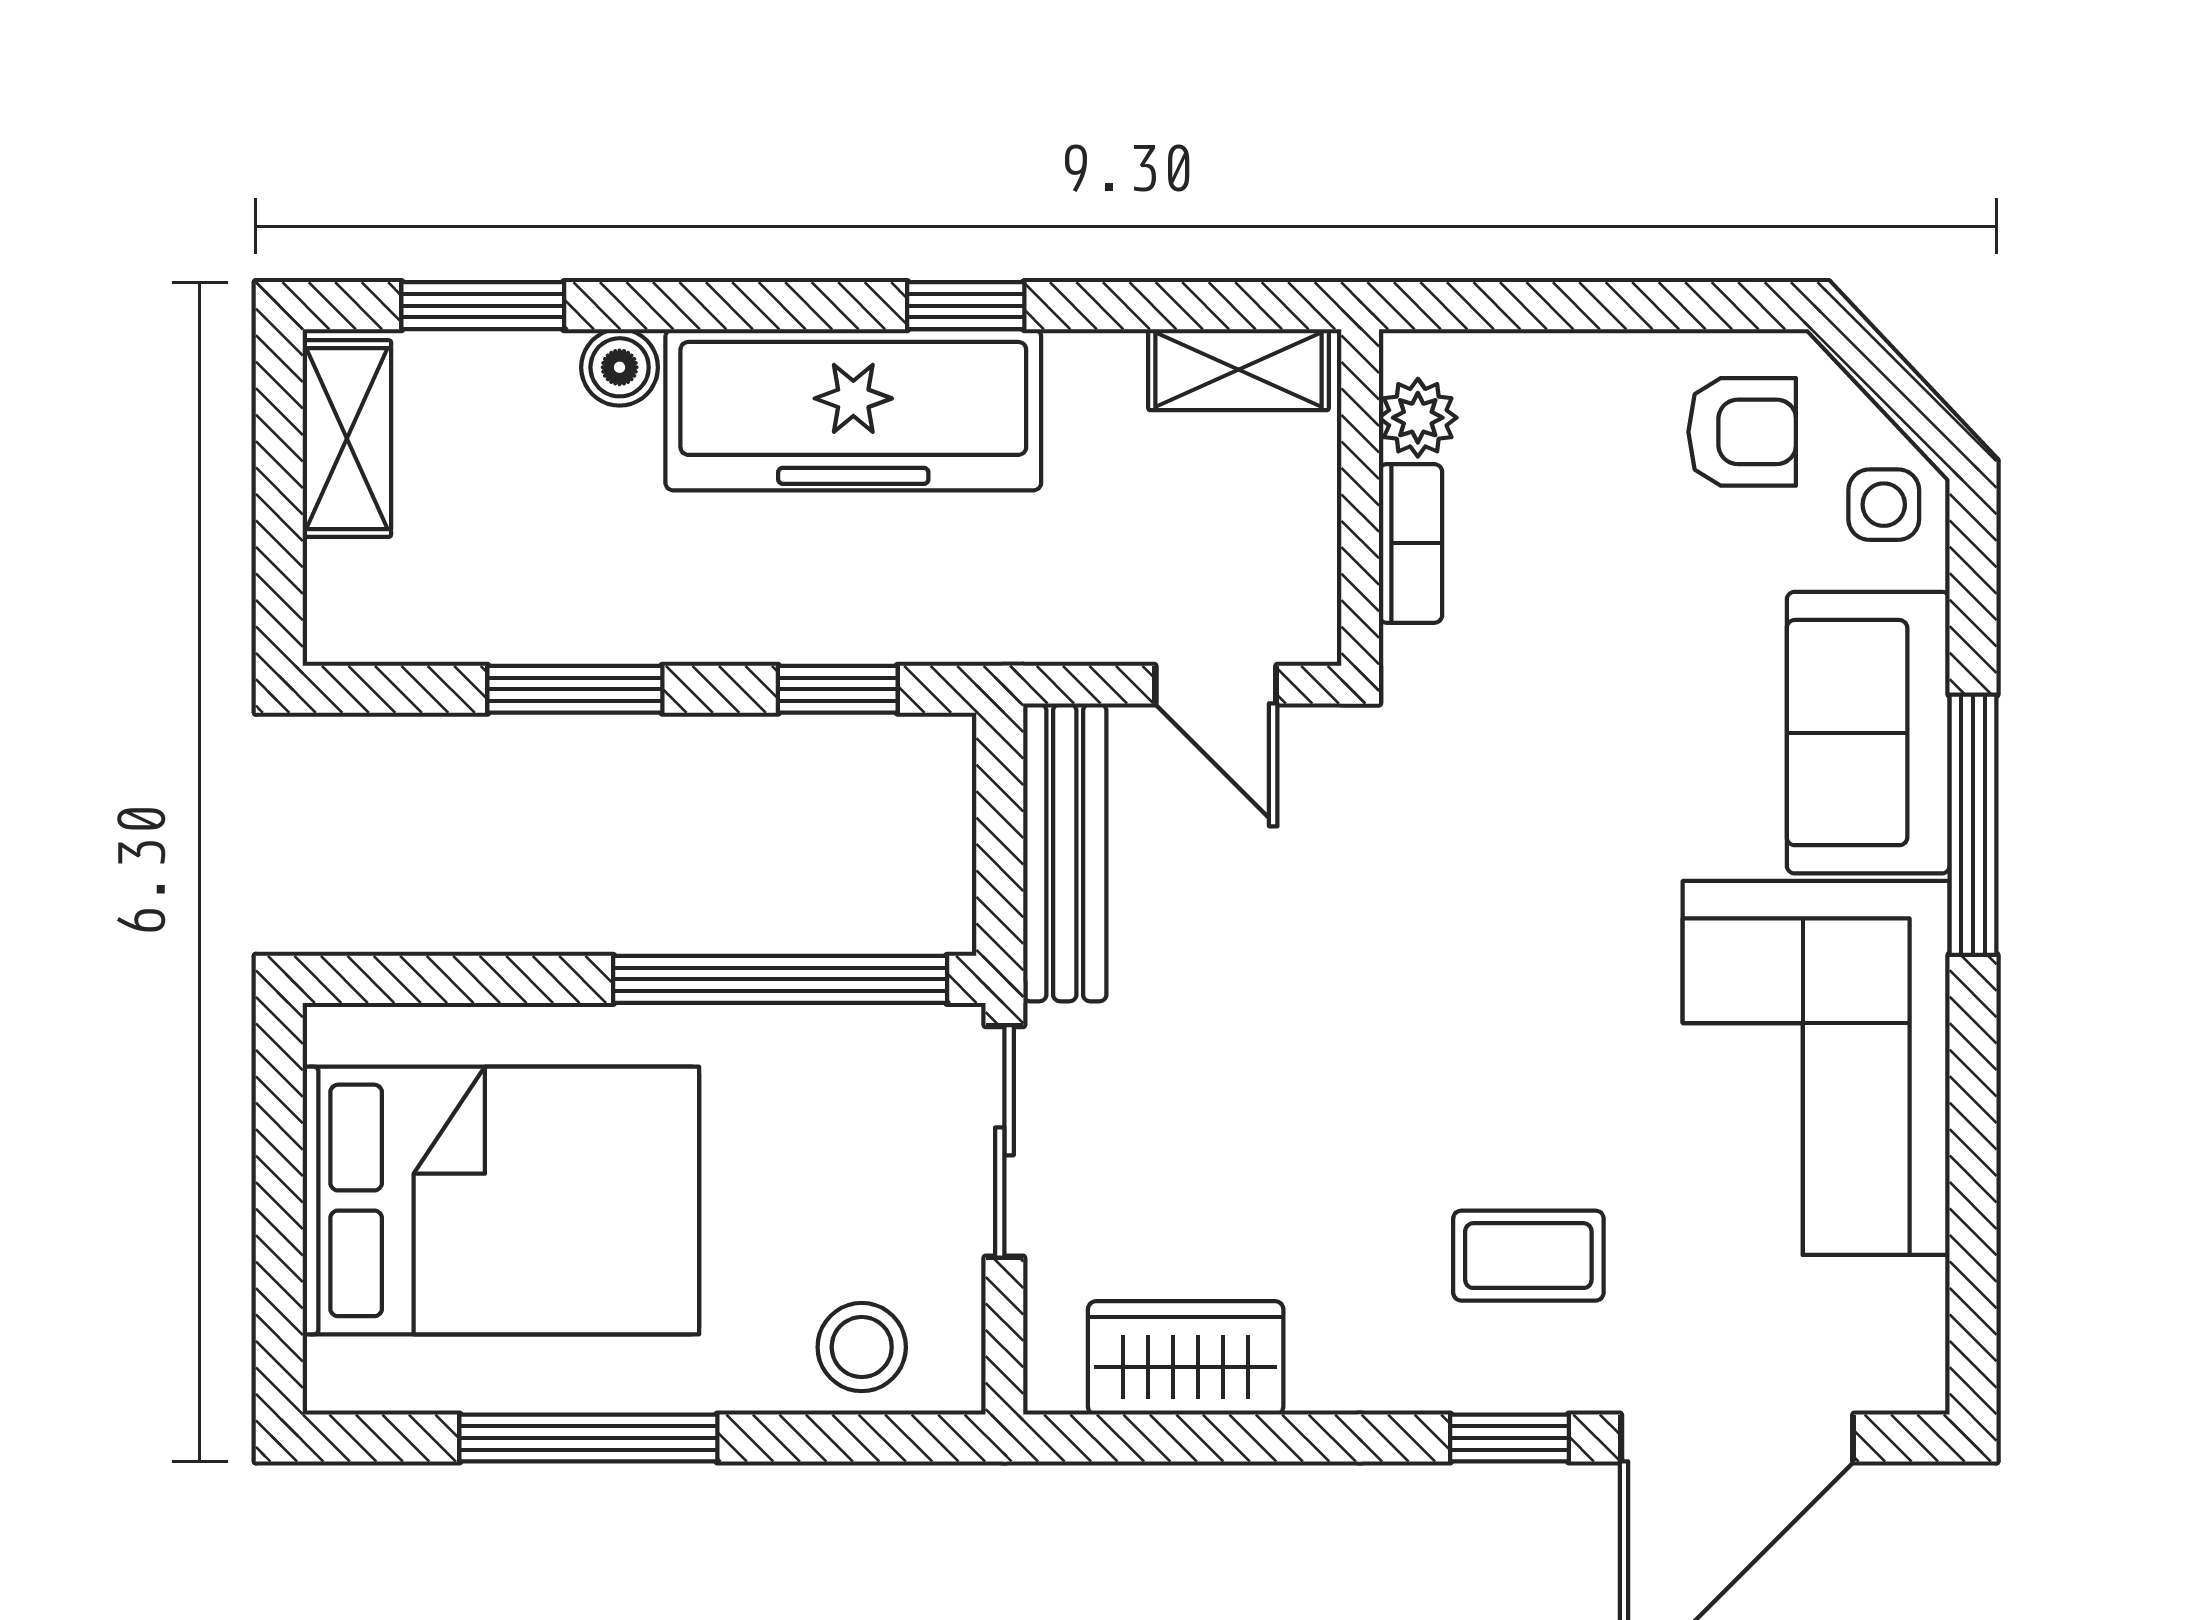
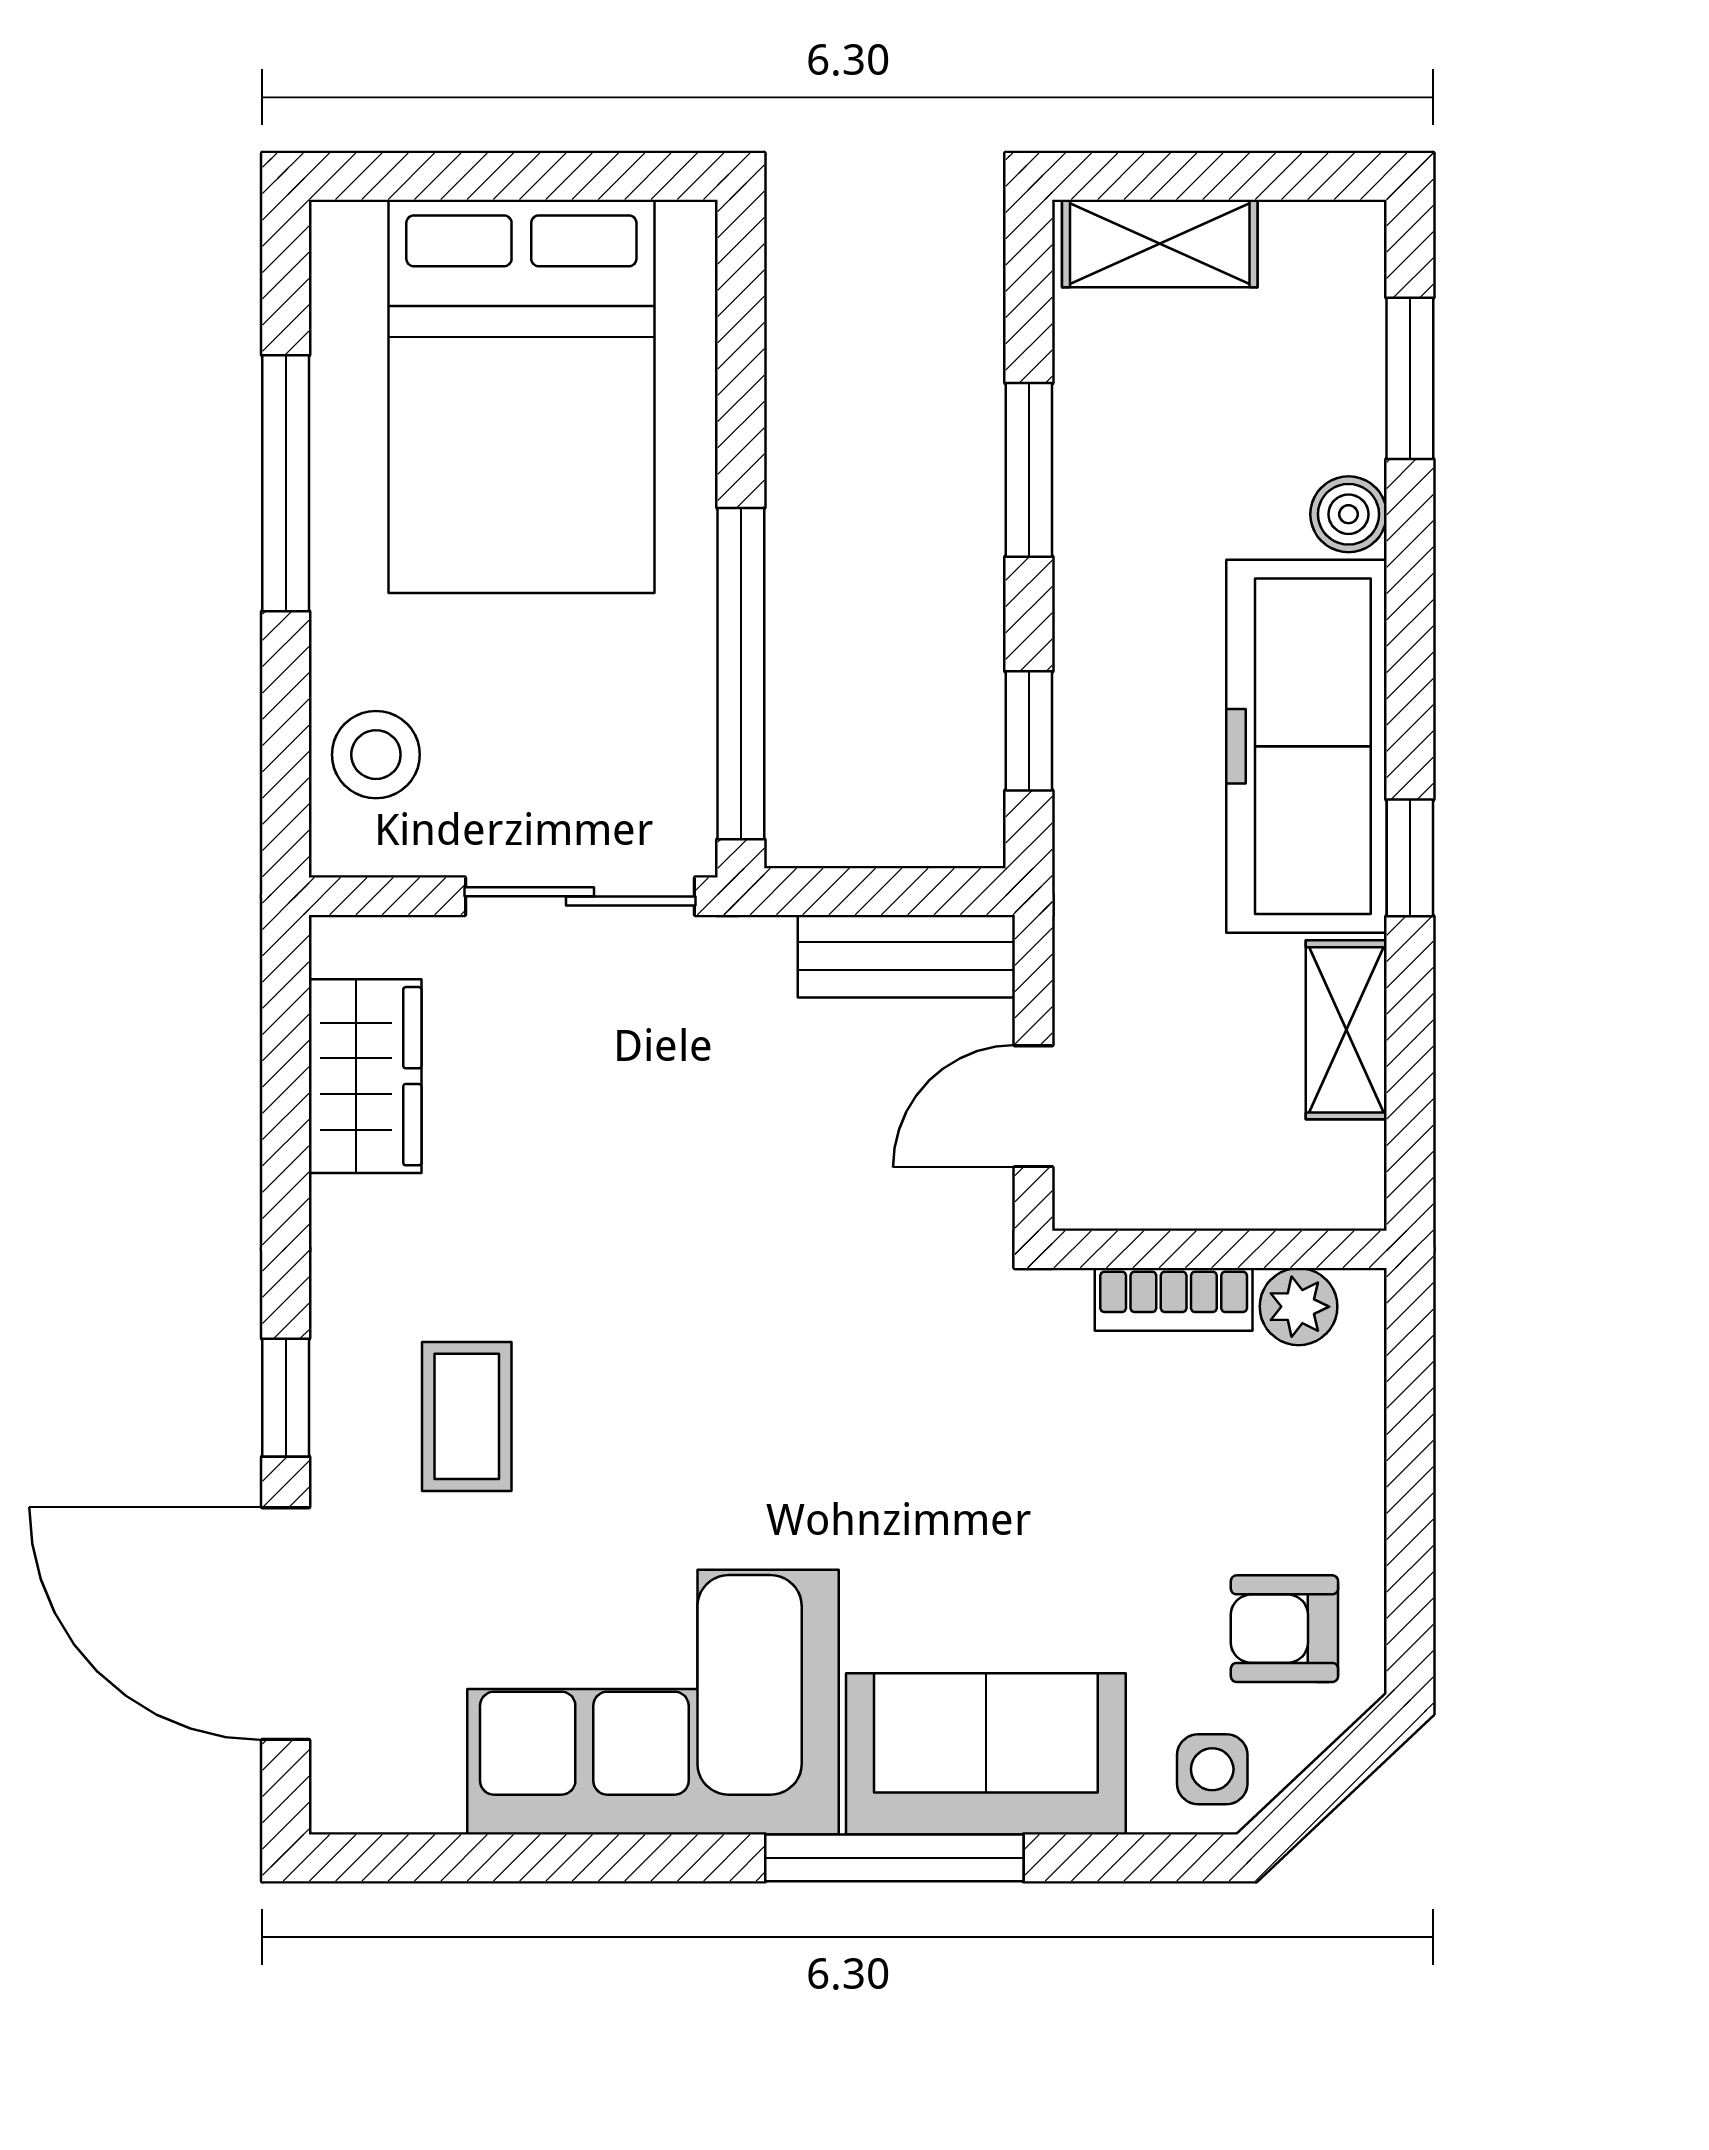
shelving: (1238, 370) -> (1346, 1030), moved
armchair: (1742, 432) -> (1284, 1629), turned 90
shelving: (347, 439) -> (1160, 243), moved
bench: (1065, 853) -> (906, 956), width x0.73

